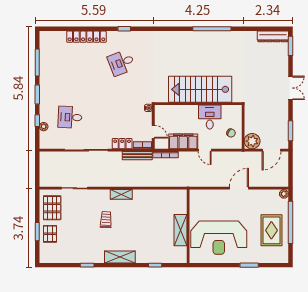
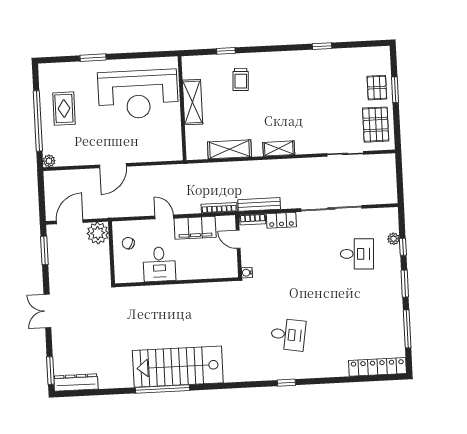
locker: (86, 37) -> (377, 367), moved
desk: (121, 63) -> (288, 335), turned 30
stairs: (200, 89) -> (178, 367), moved, turned 180
trolley: (106, 220) -> (241, 79), moved
rug: (271, 230) -> (64, 109), width x0.73, depth x0.70
reception desk: (219, 238) -> (138, 94), turned 180
shelving: (120, 257) -> (229, 149), moved

